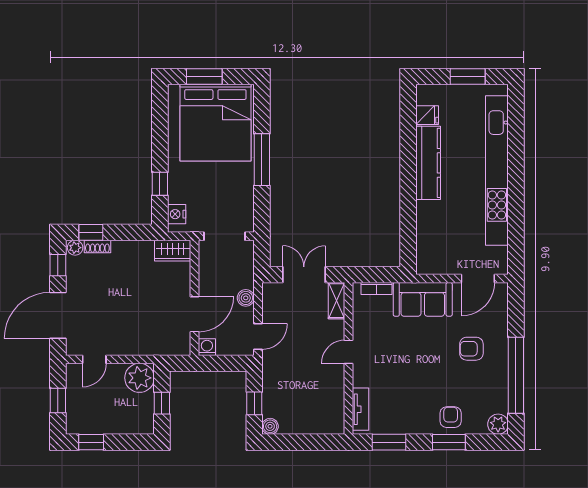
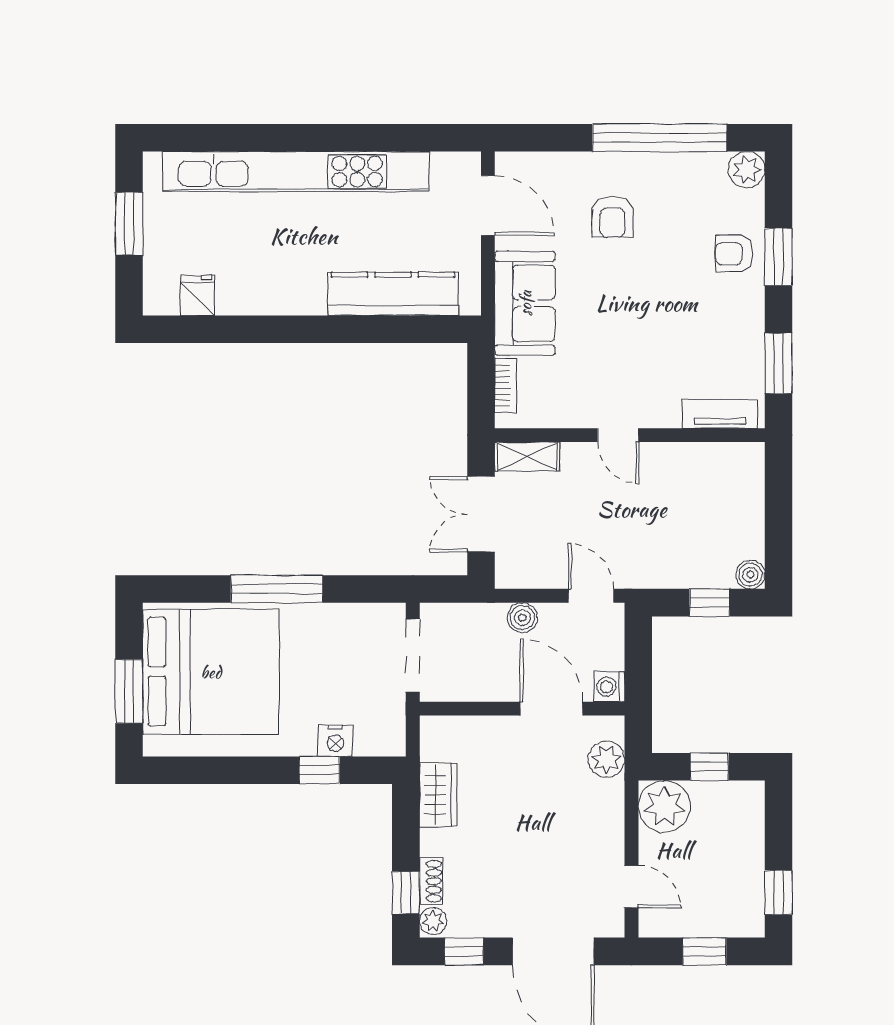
kitchen counter: (428, 163) -> (393, 294), moved
nightstand: (177, 214) -> (335, 741), moved
wardrobe: (173, 251) -> (438, 795), moved
plant: (166, 345) -> (606, 759), added

